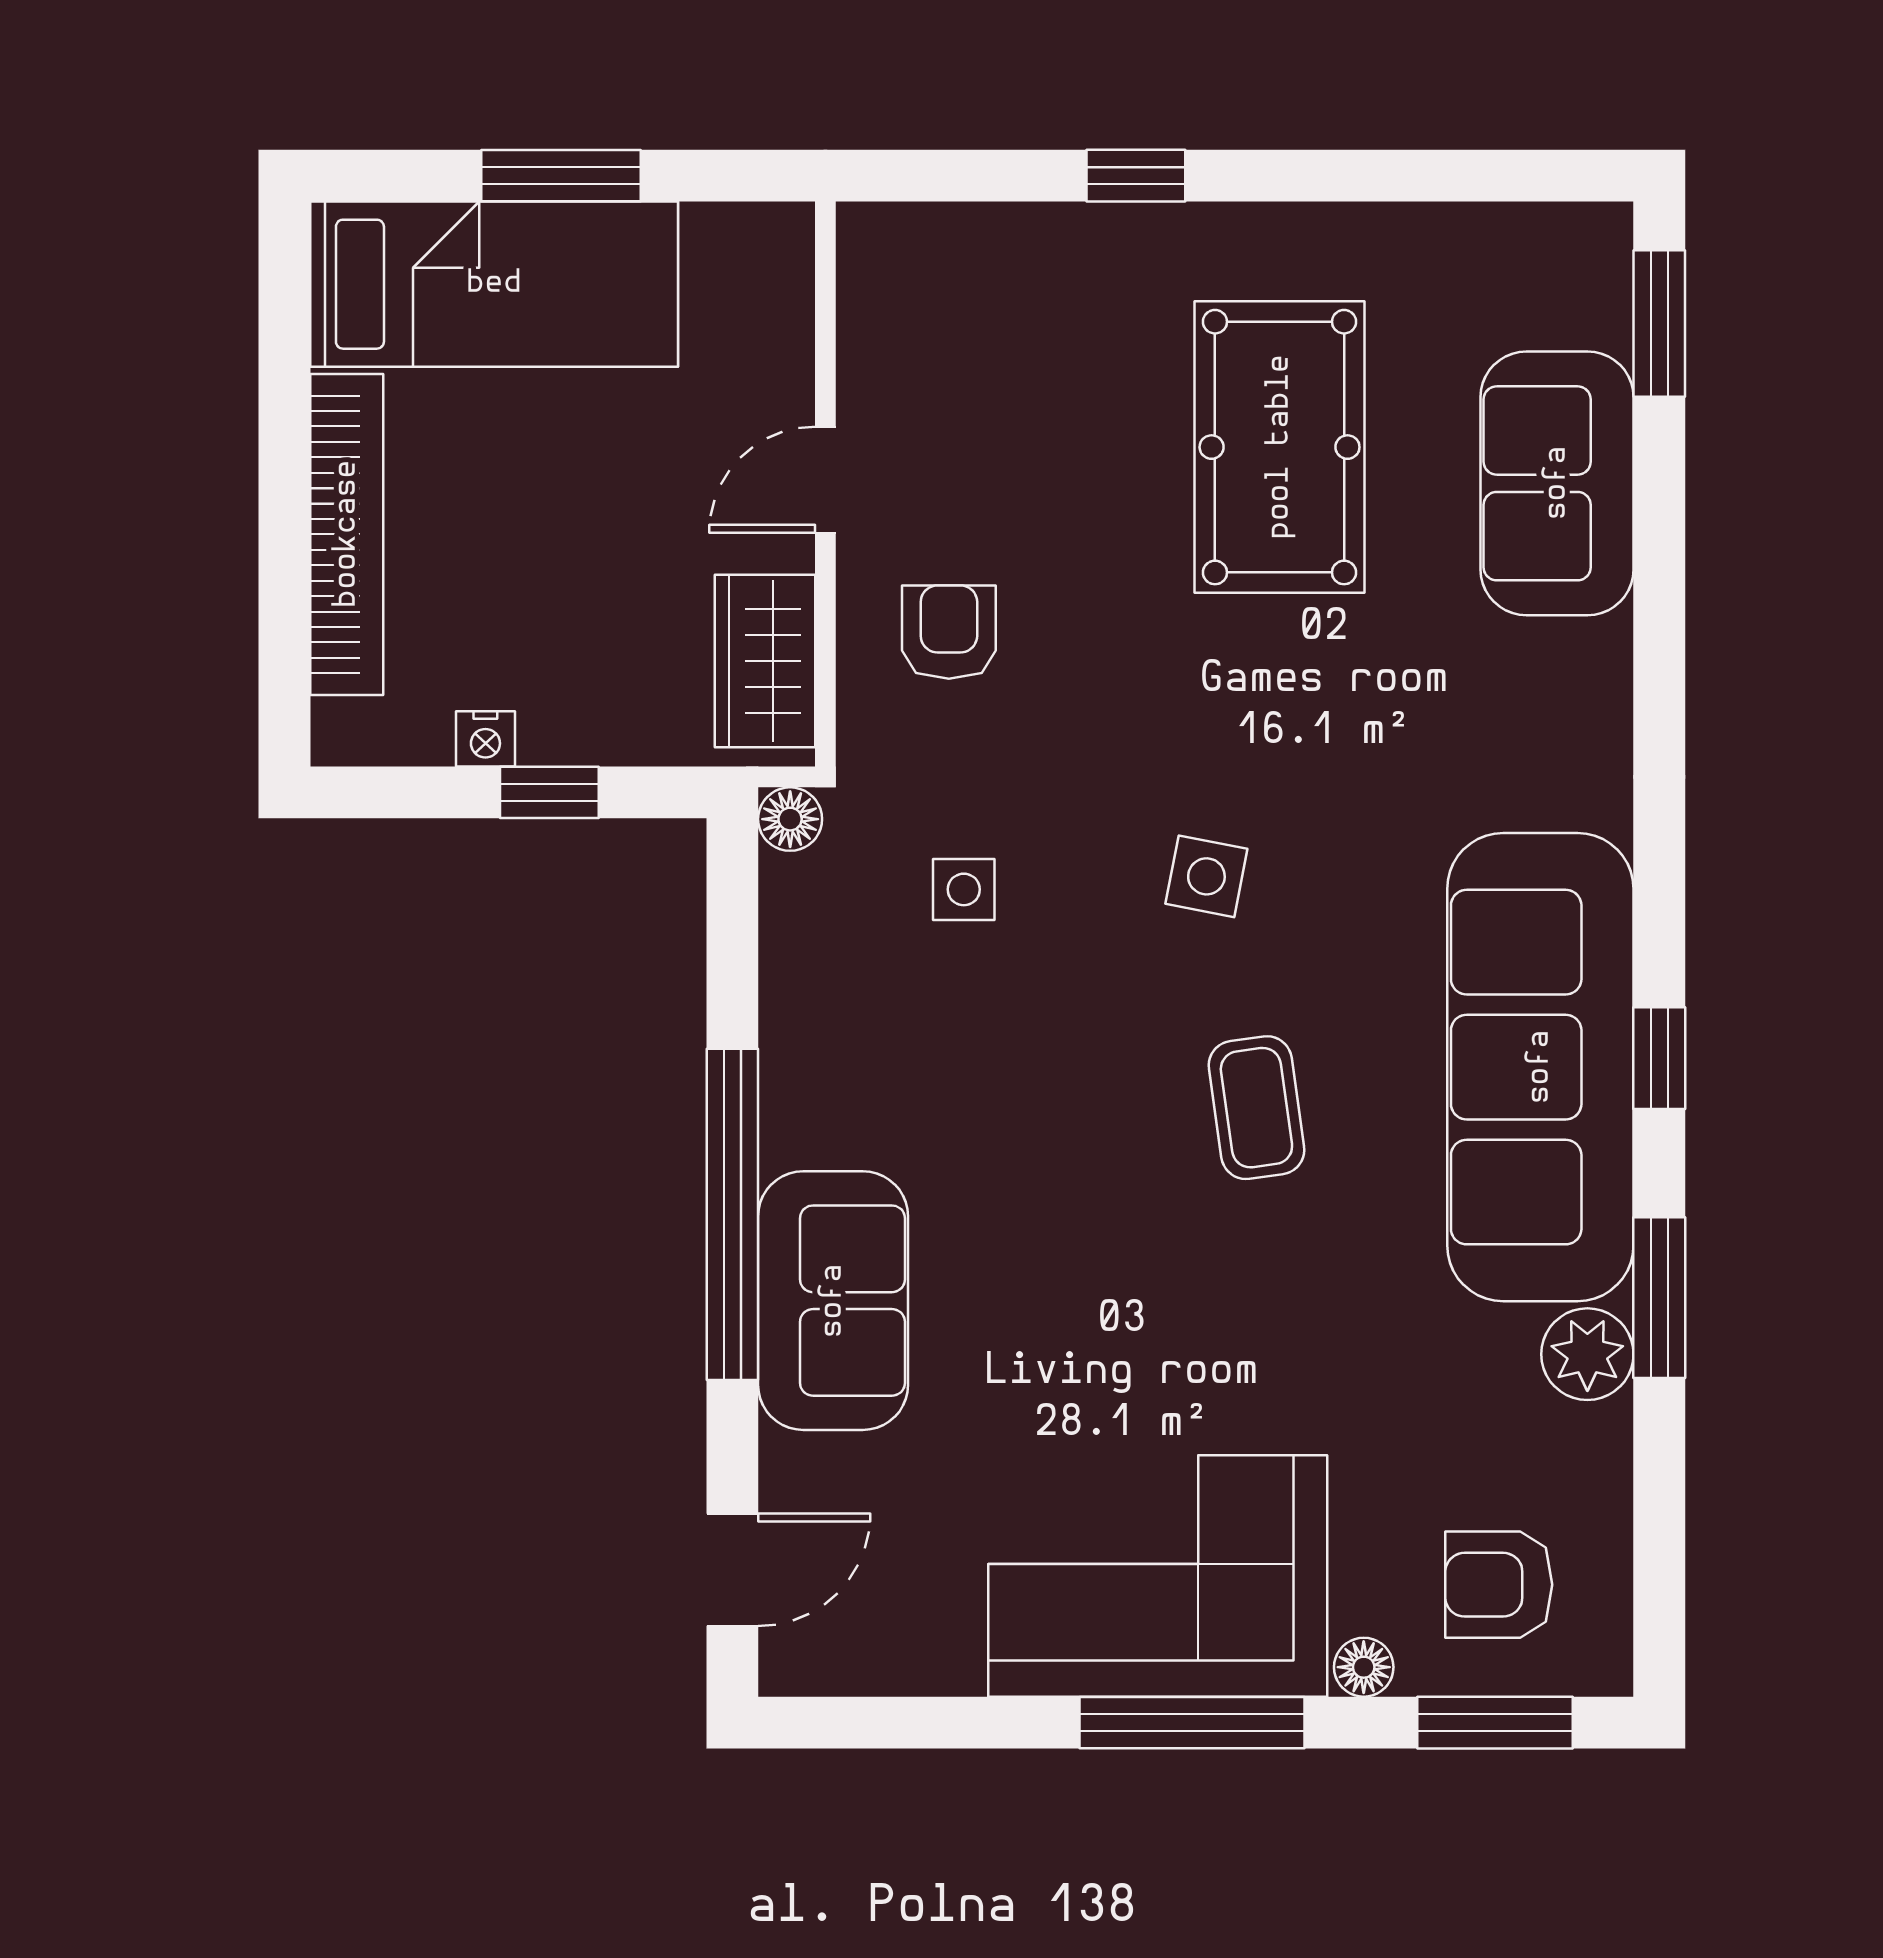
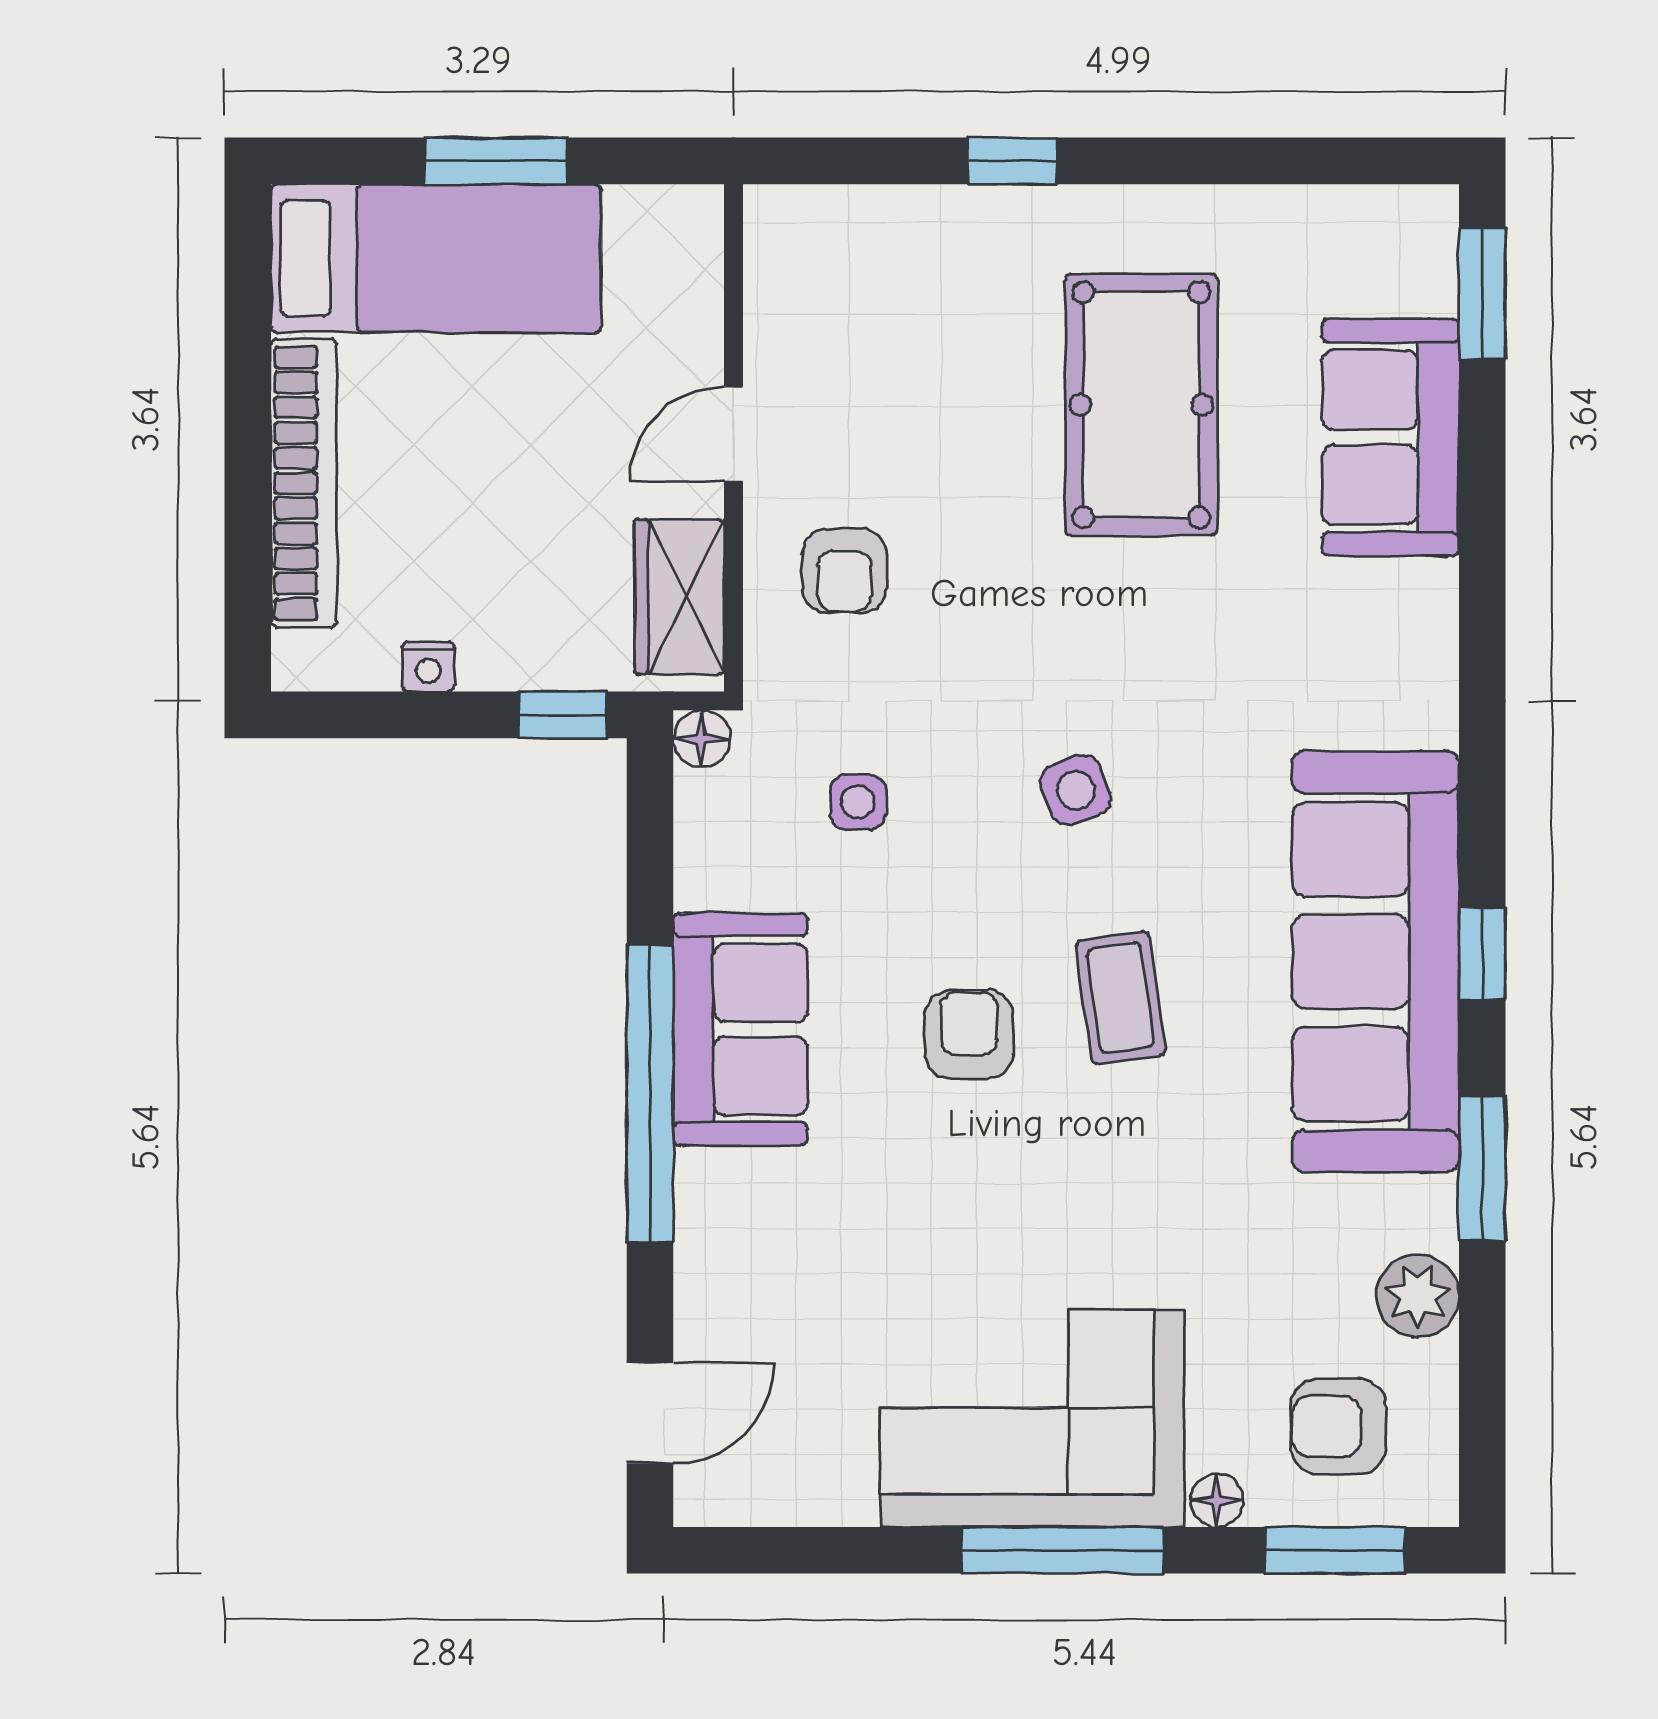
armchair: (949, 632) -> (844, 571), turned 180
window: (549, 792) -> (563, 715), moved
side table: (1206, 876) -> (1076, 790), turned -31
armchair: (1088, 1148) -> (969, 1034), added
sofa: (833, 1301) -> (740, 1029), moved
plant: (1587, 1354) -> (1418, 1296), moved

